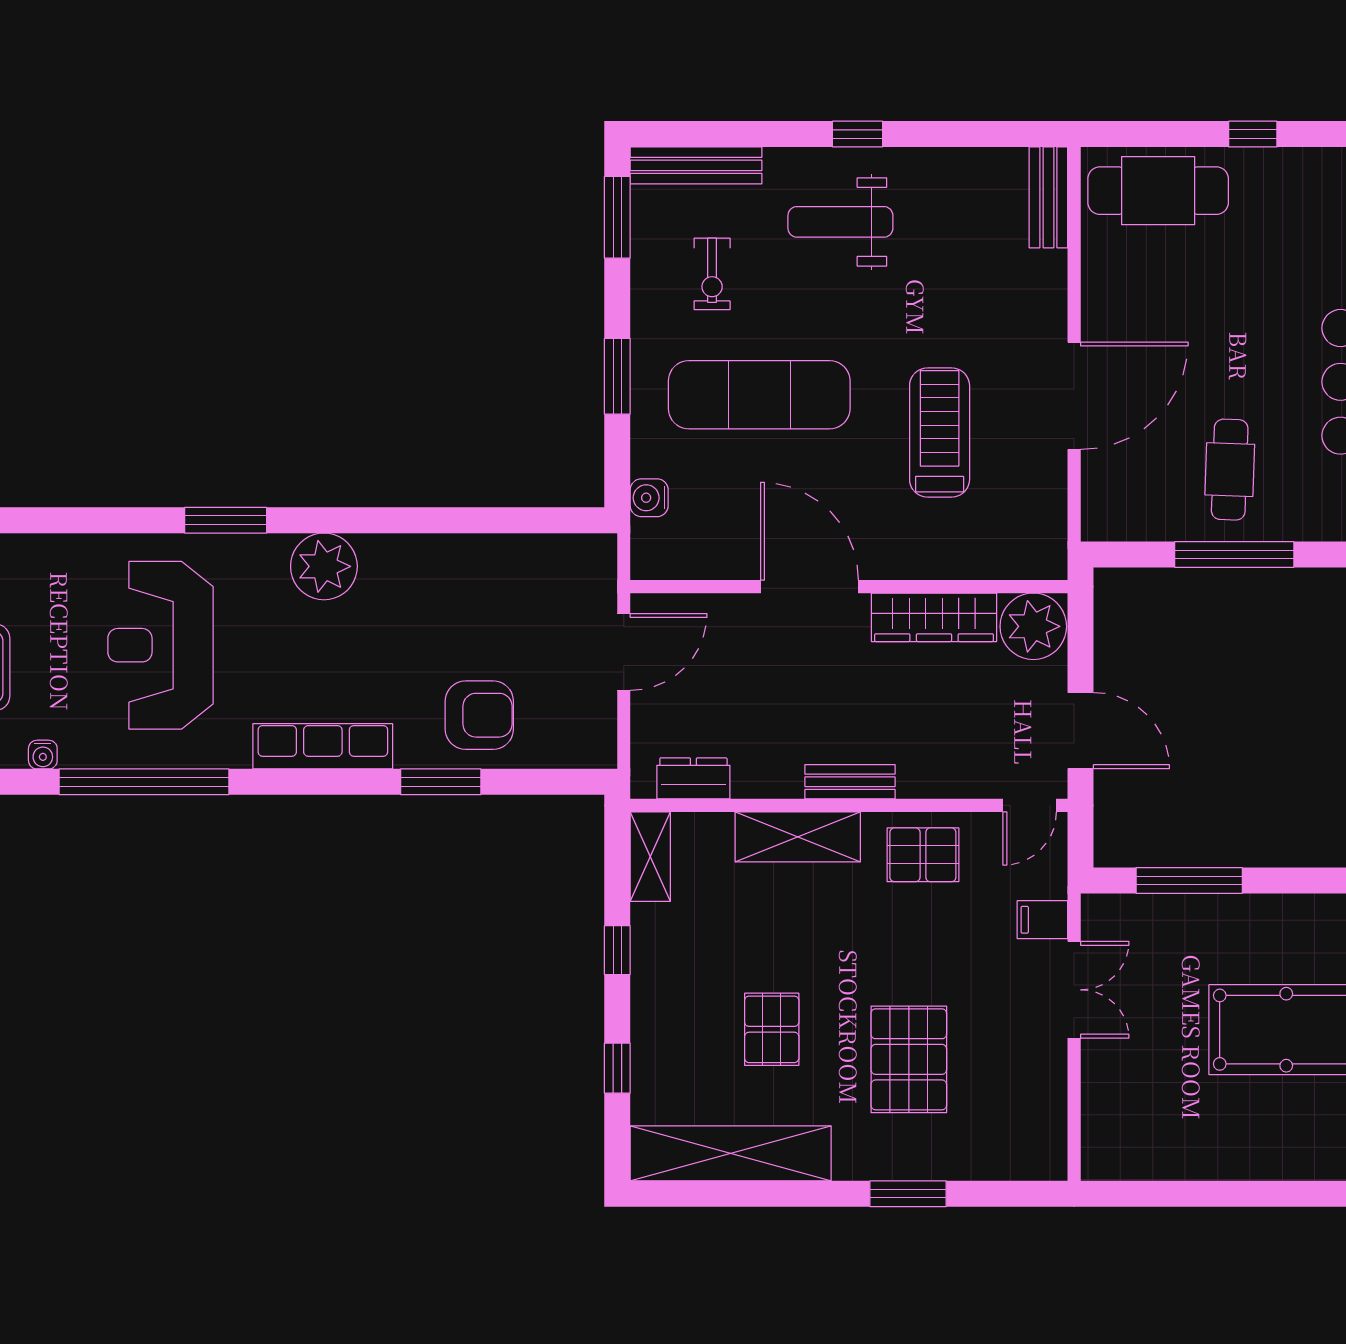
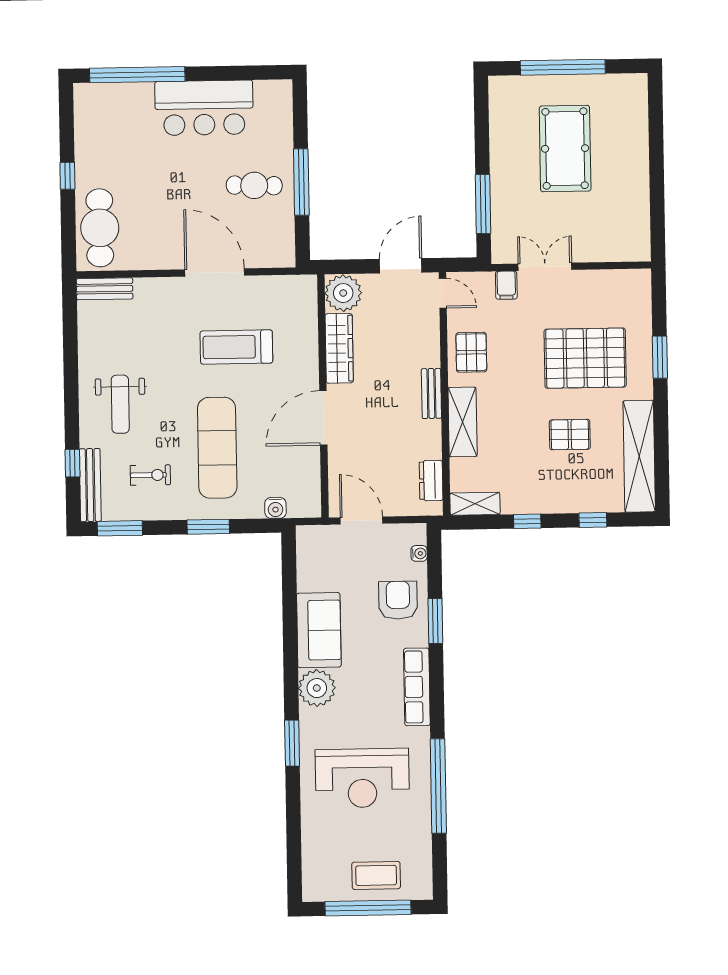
window: (857, 134) -> (72, 463), moved
sofa: (428, 572) -> (319, 630), added
water cooler: (43, 755) -> (419, 553), moved
pallet: (909, 1059) -> (585, 358), width x1.37, depth x1.41

